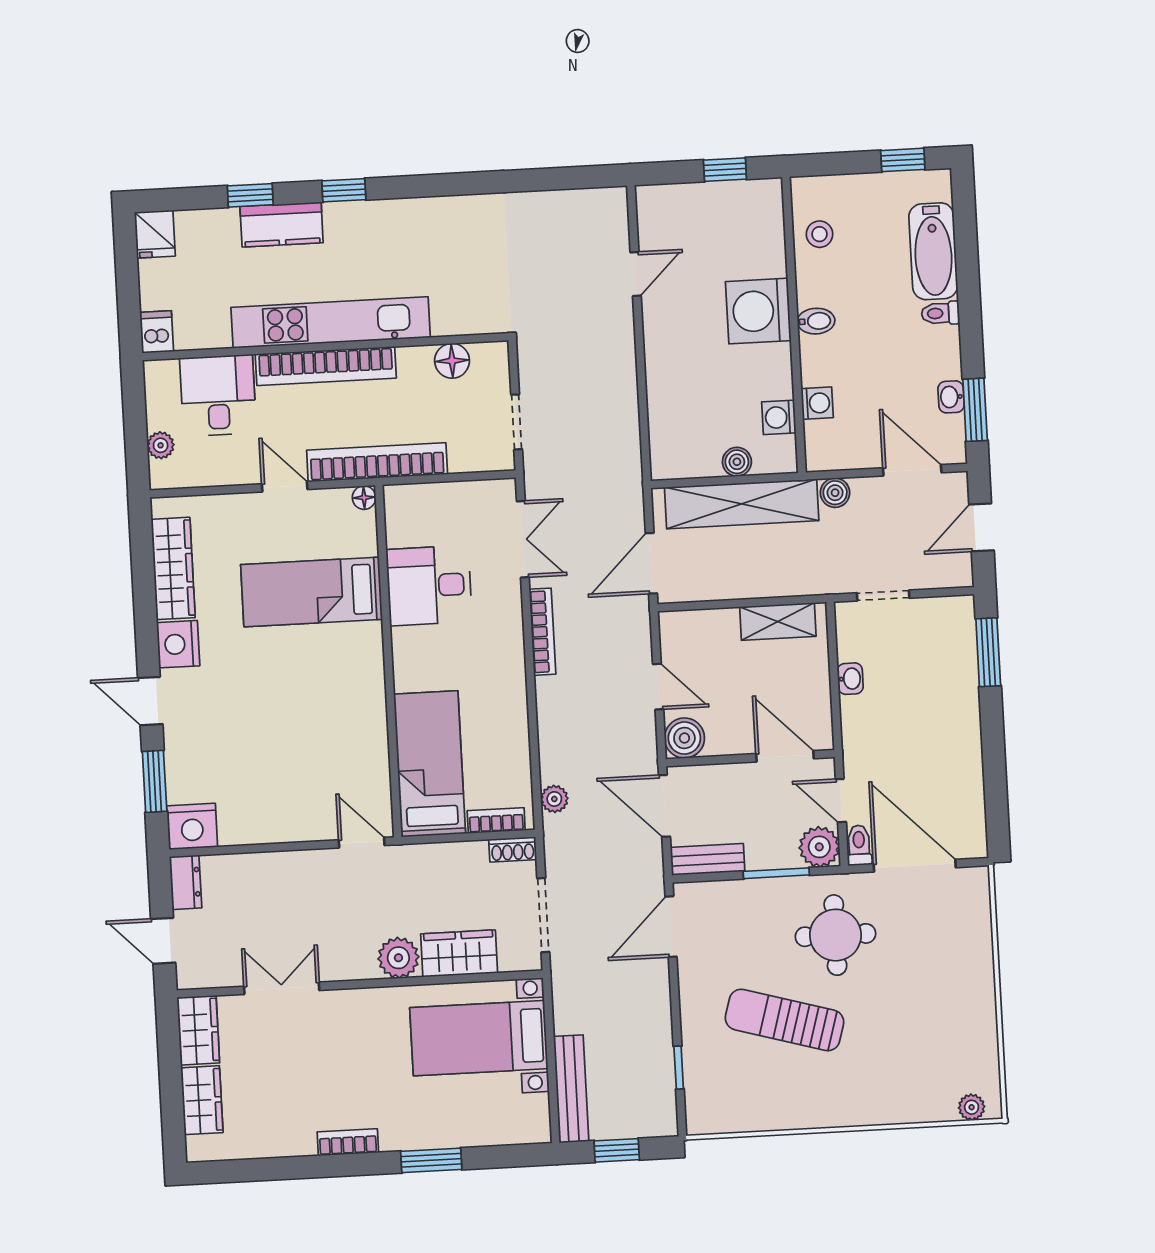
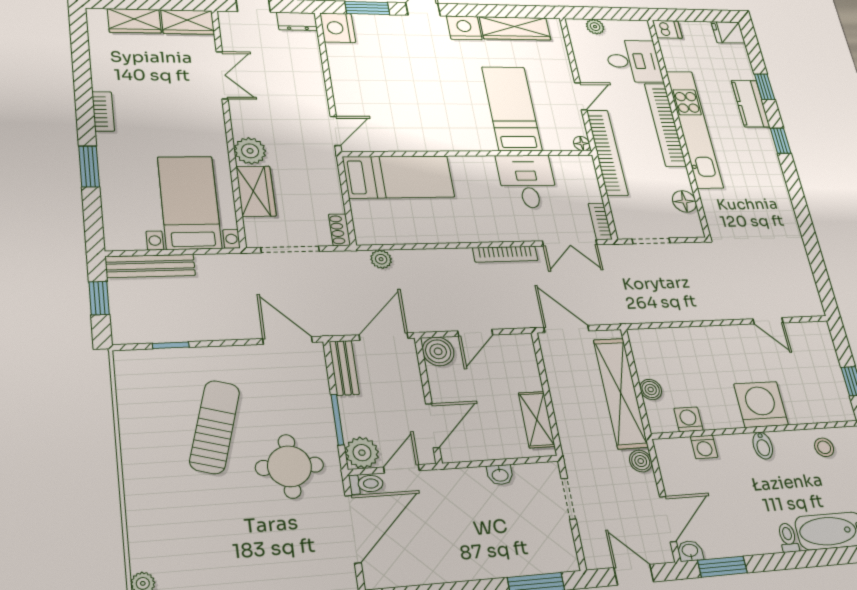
washbasin: (951, 397) -> (690, 551), moved
bookcase: (496, 820) -> (600, 221), moved, turned 180

